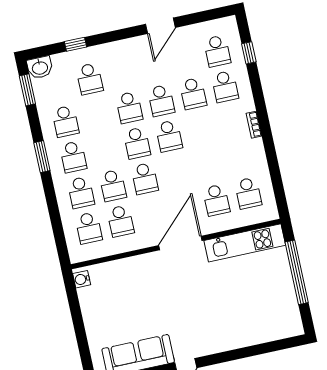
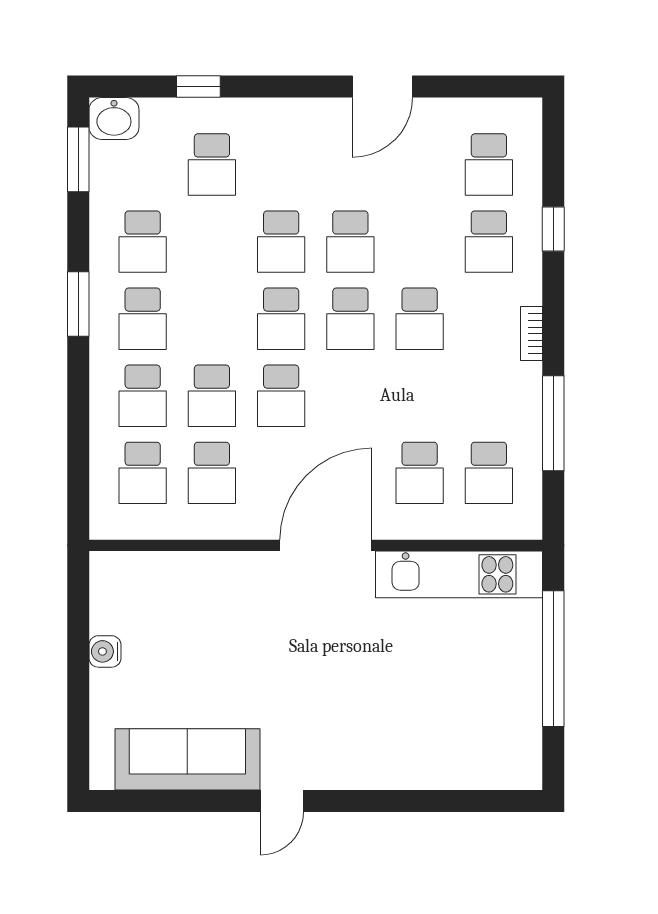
window: (249, 53) -> (553, 229), moved
school desk: (193, 94) -> (420, 319), moved
window: (273, 164) -> (553, 423), added
water cooler: (82, 279) -> (105, 651), moved

